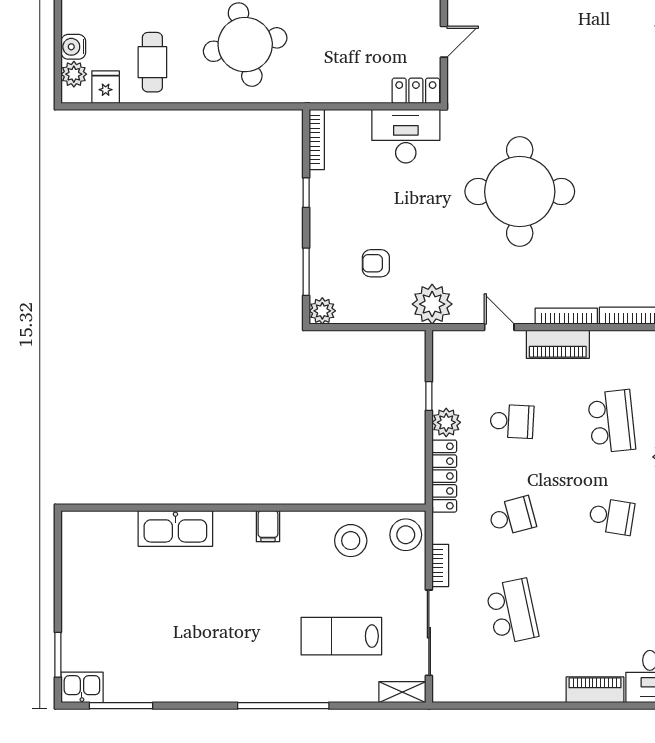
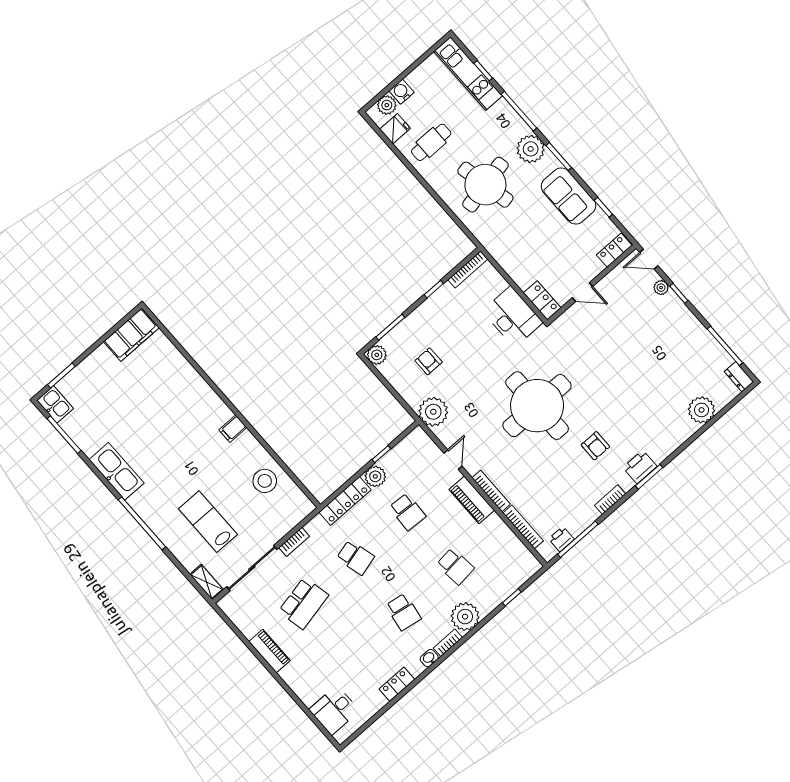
armchair: (614, 168) -> (595, 446), added
school desk: (612, 421) -> (455, 566), width x0.54
kitchen sink: (175, 528) -> (117, 471), moved, turned 180
stool: (406, 535) -> (294, 508), removed
filing cabinet: (79, 546) -> (131, 335), added
piano: (595, 690) -> (270, 651), moved

